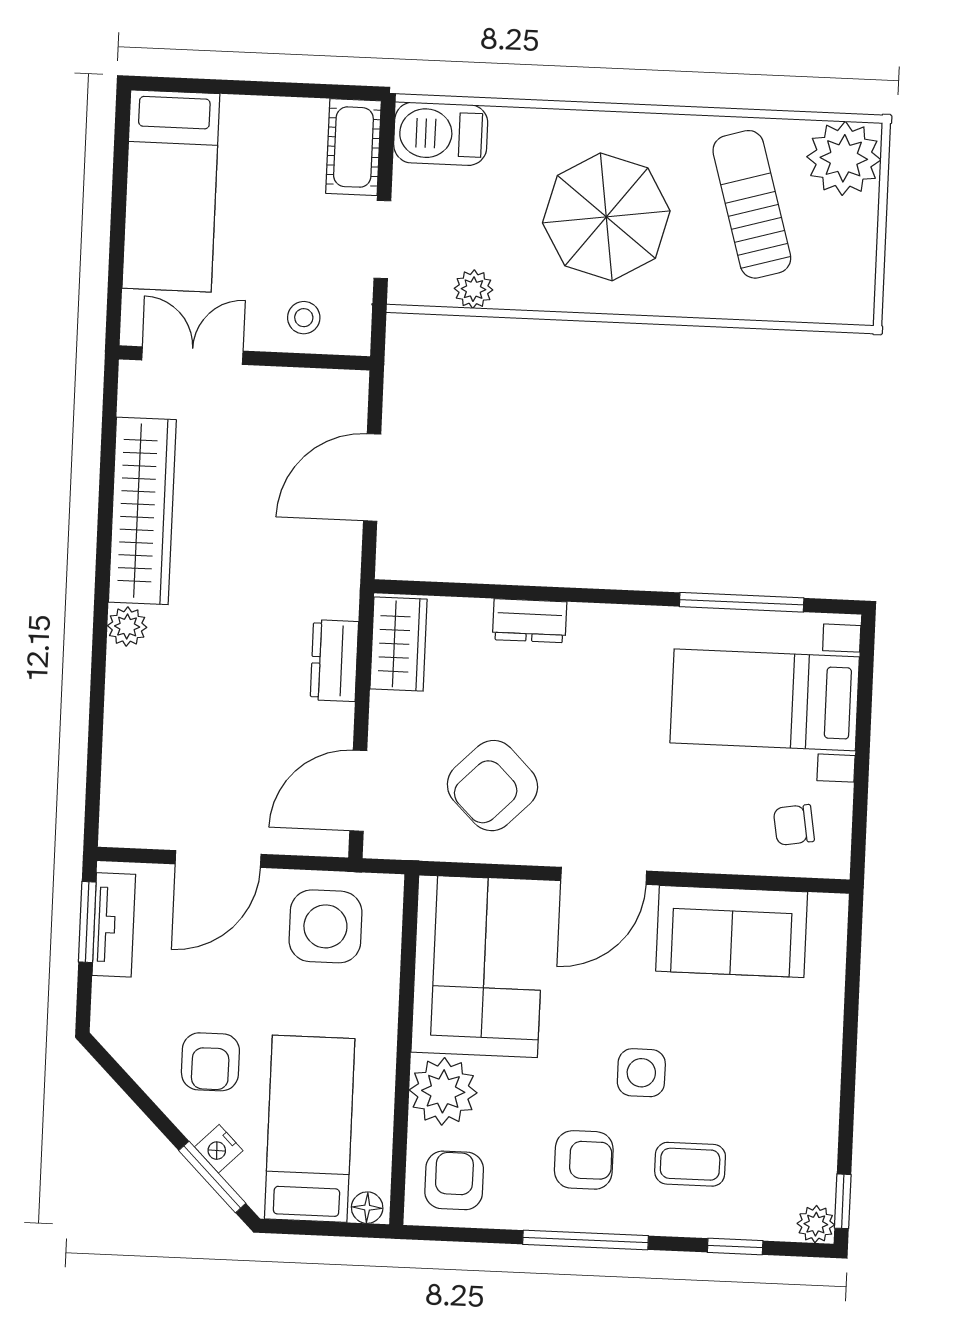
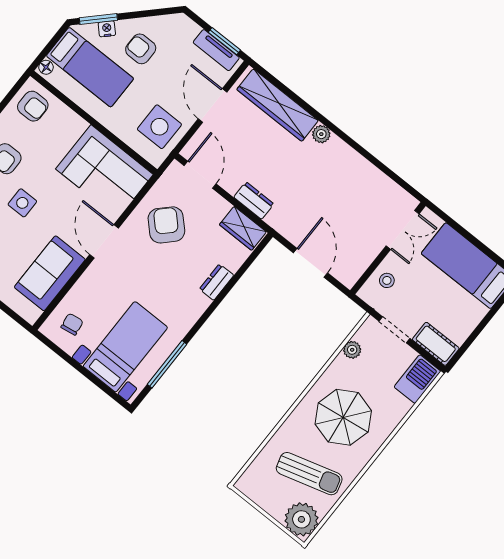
wardrobe: (142, 511) -> (278, 105), moved
plant: (443, 1091) -> (68, 126), removed

